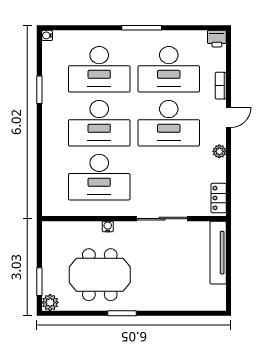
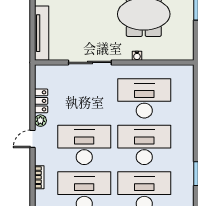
door: (229, 117) -> (33, 139), moved
locker: (219, 198) -> (41, 101), moved

